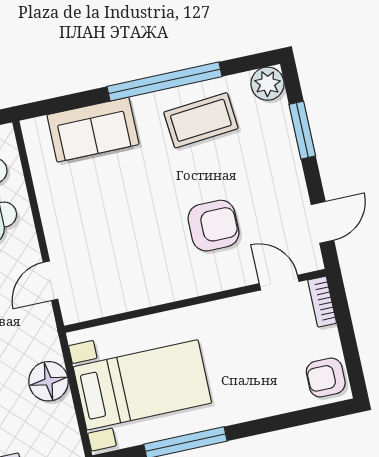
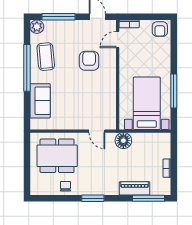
window: (302, 130) -> (59, 17), width x1.44
floor lamp: (49, 381) -> (123, 141), moved

